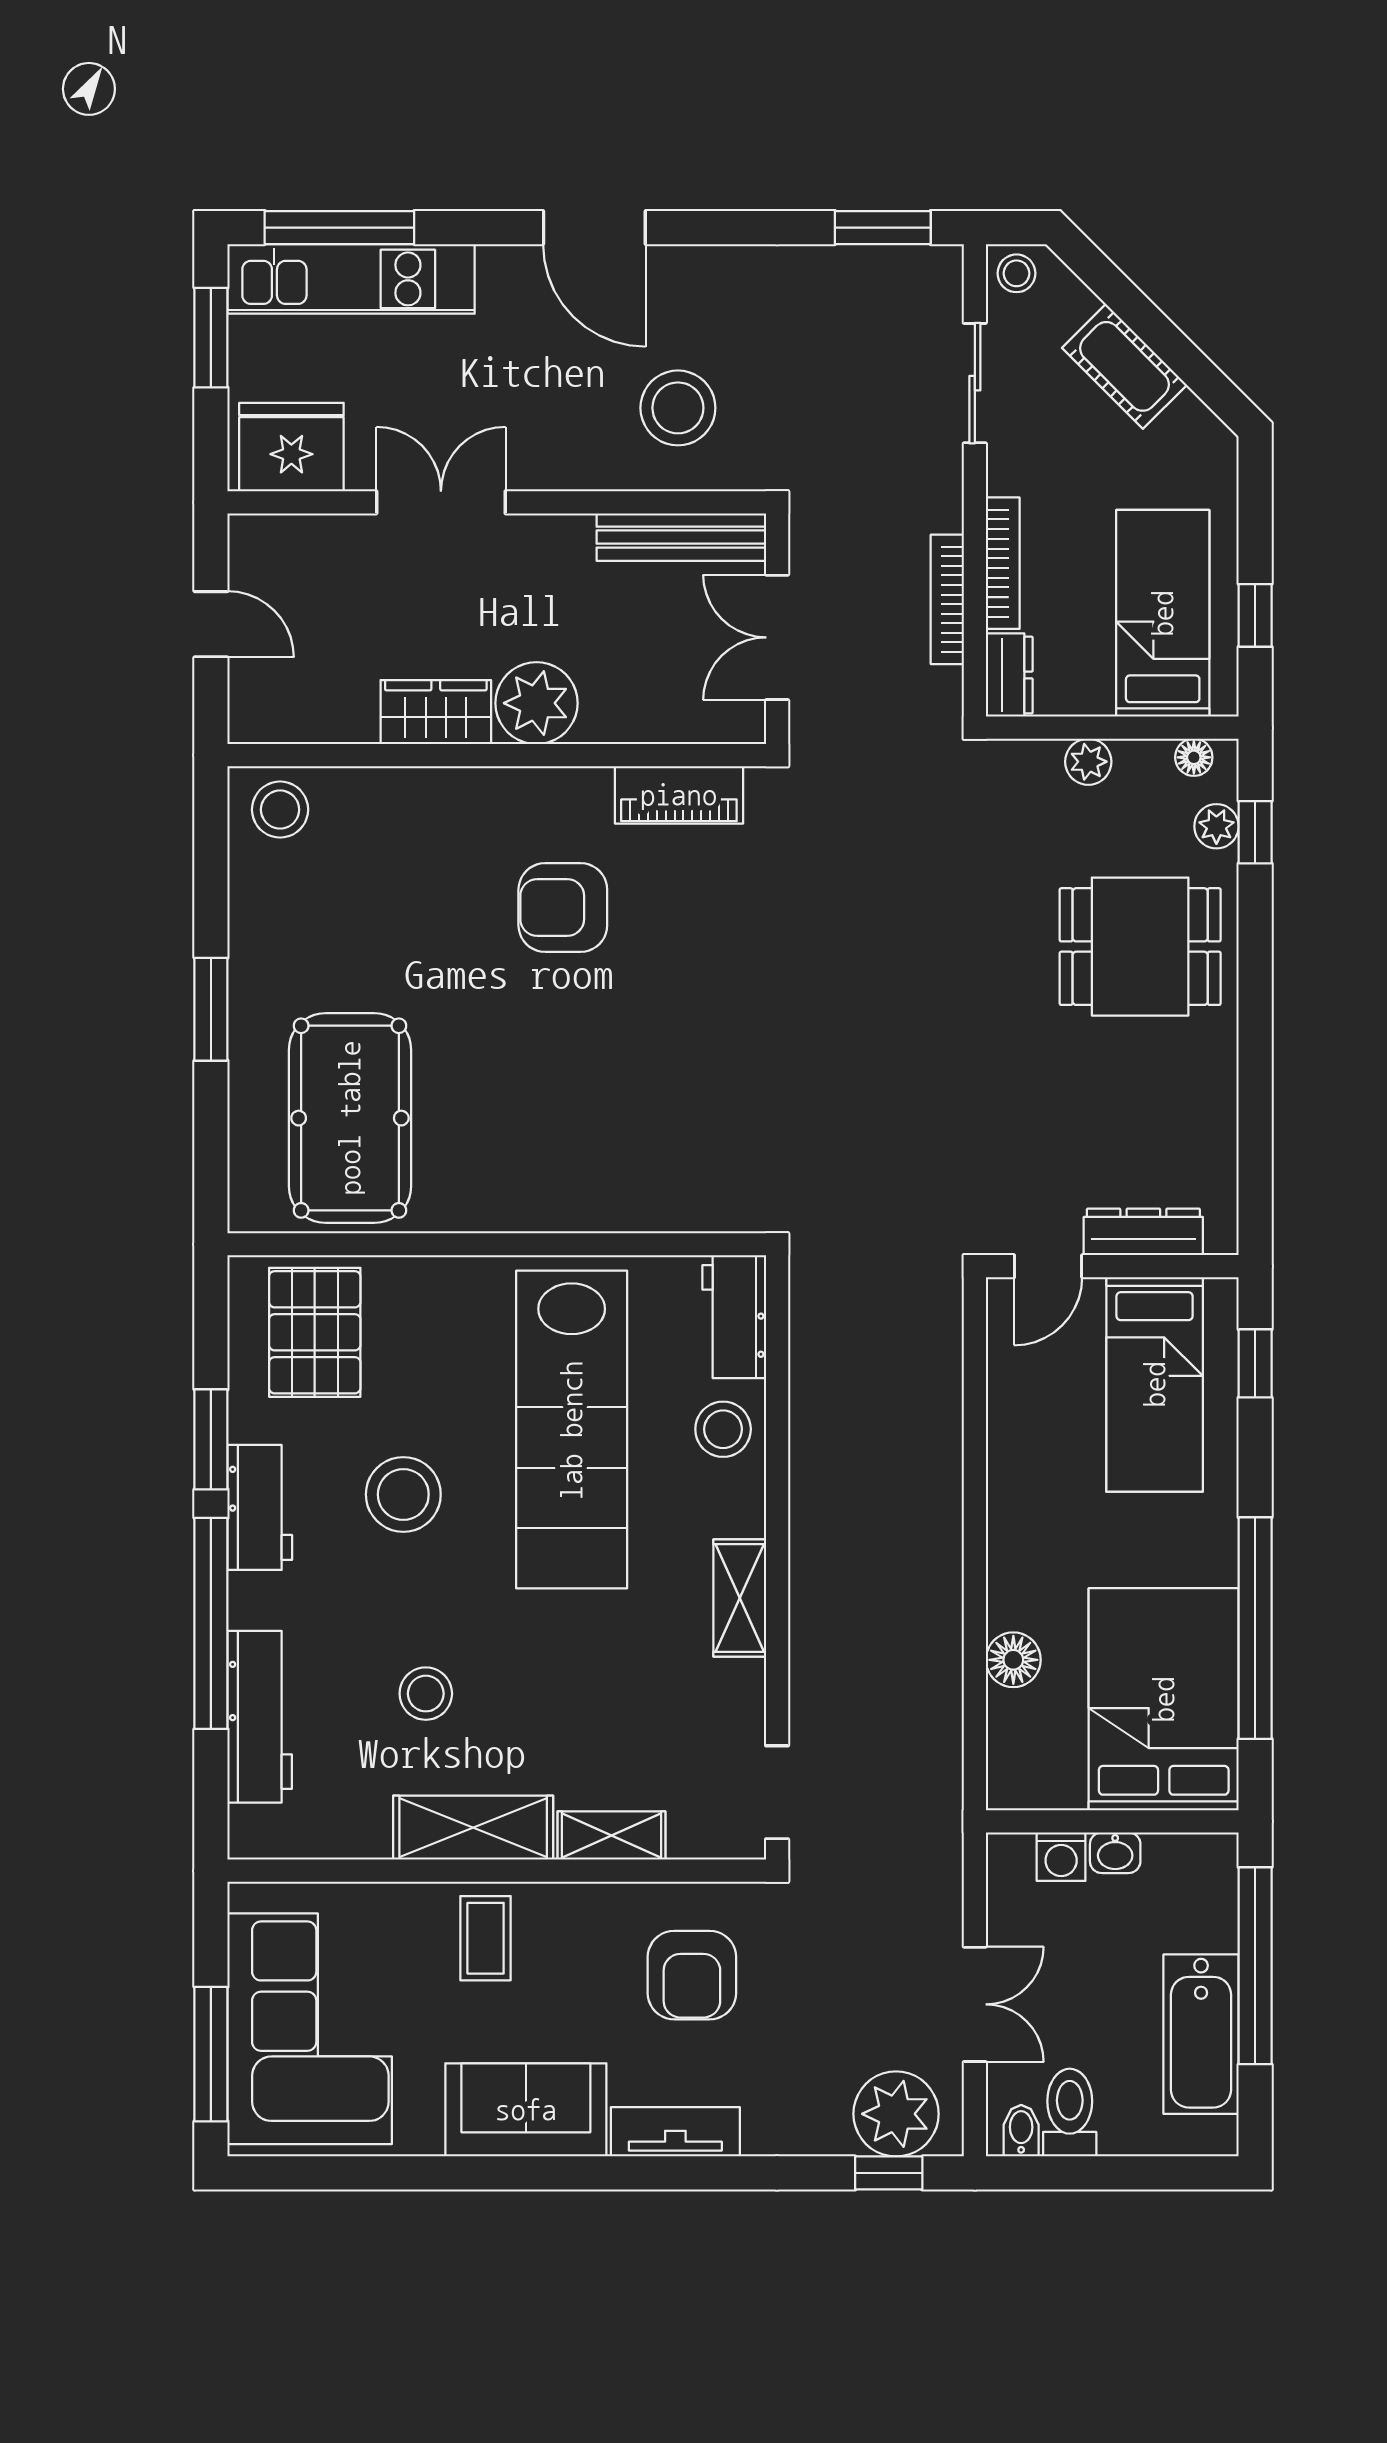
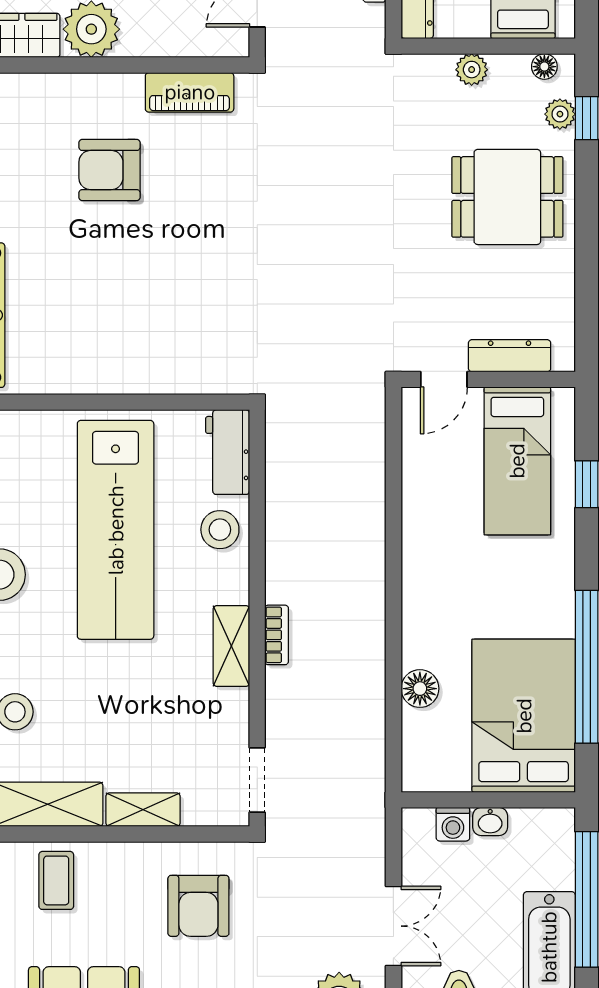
dresser: (1143, 1232) -> (510, 356), moved
door: (1048, 1266) -> (444, 379), moved
wall: (1112, 1266) -> (488, 379), moved
bed: (1155, 1384) -> (517, 461), moved
bookcase: (805, 1582) -> (277, 635), added

